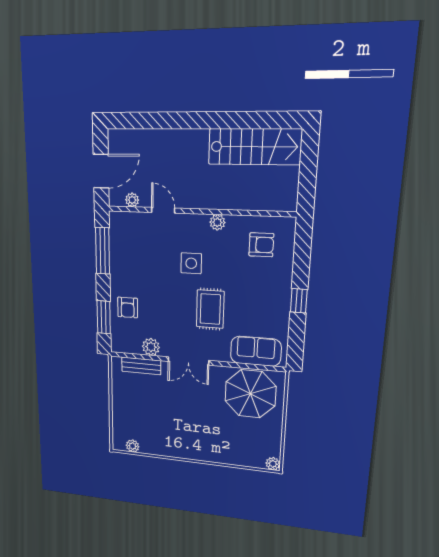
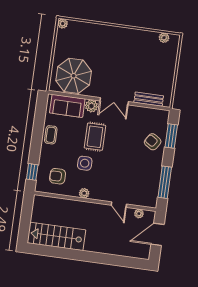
side table: (191, 263) -> (85, 163), moved
window: (299, 301) -> (32, 172), moved
armchair: (128, 307) -> (153, 142), turned -57
coffee table: (277, 307) -> (51, 135), added
plant: (151, 347) -> (91, 106), moved
double door: (188, 361) -> (114, 101), swing flipped

